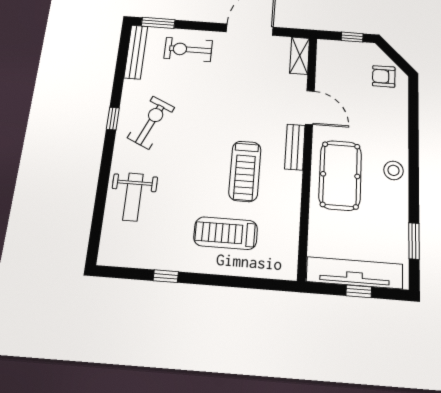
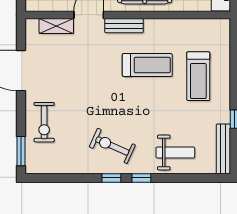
bench: (136, 52) -> (223, 149), moved, turned 90
shelving: (300, 56) -> (56, 26), moved
window: (108, 153) -> (141, 178), added

